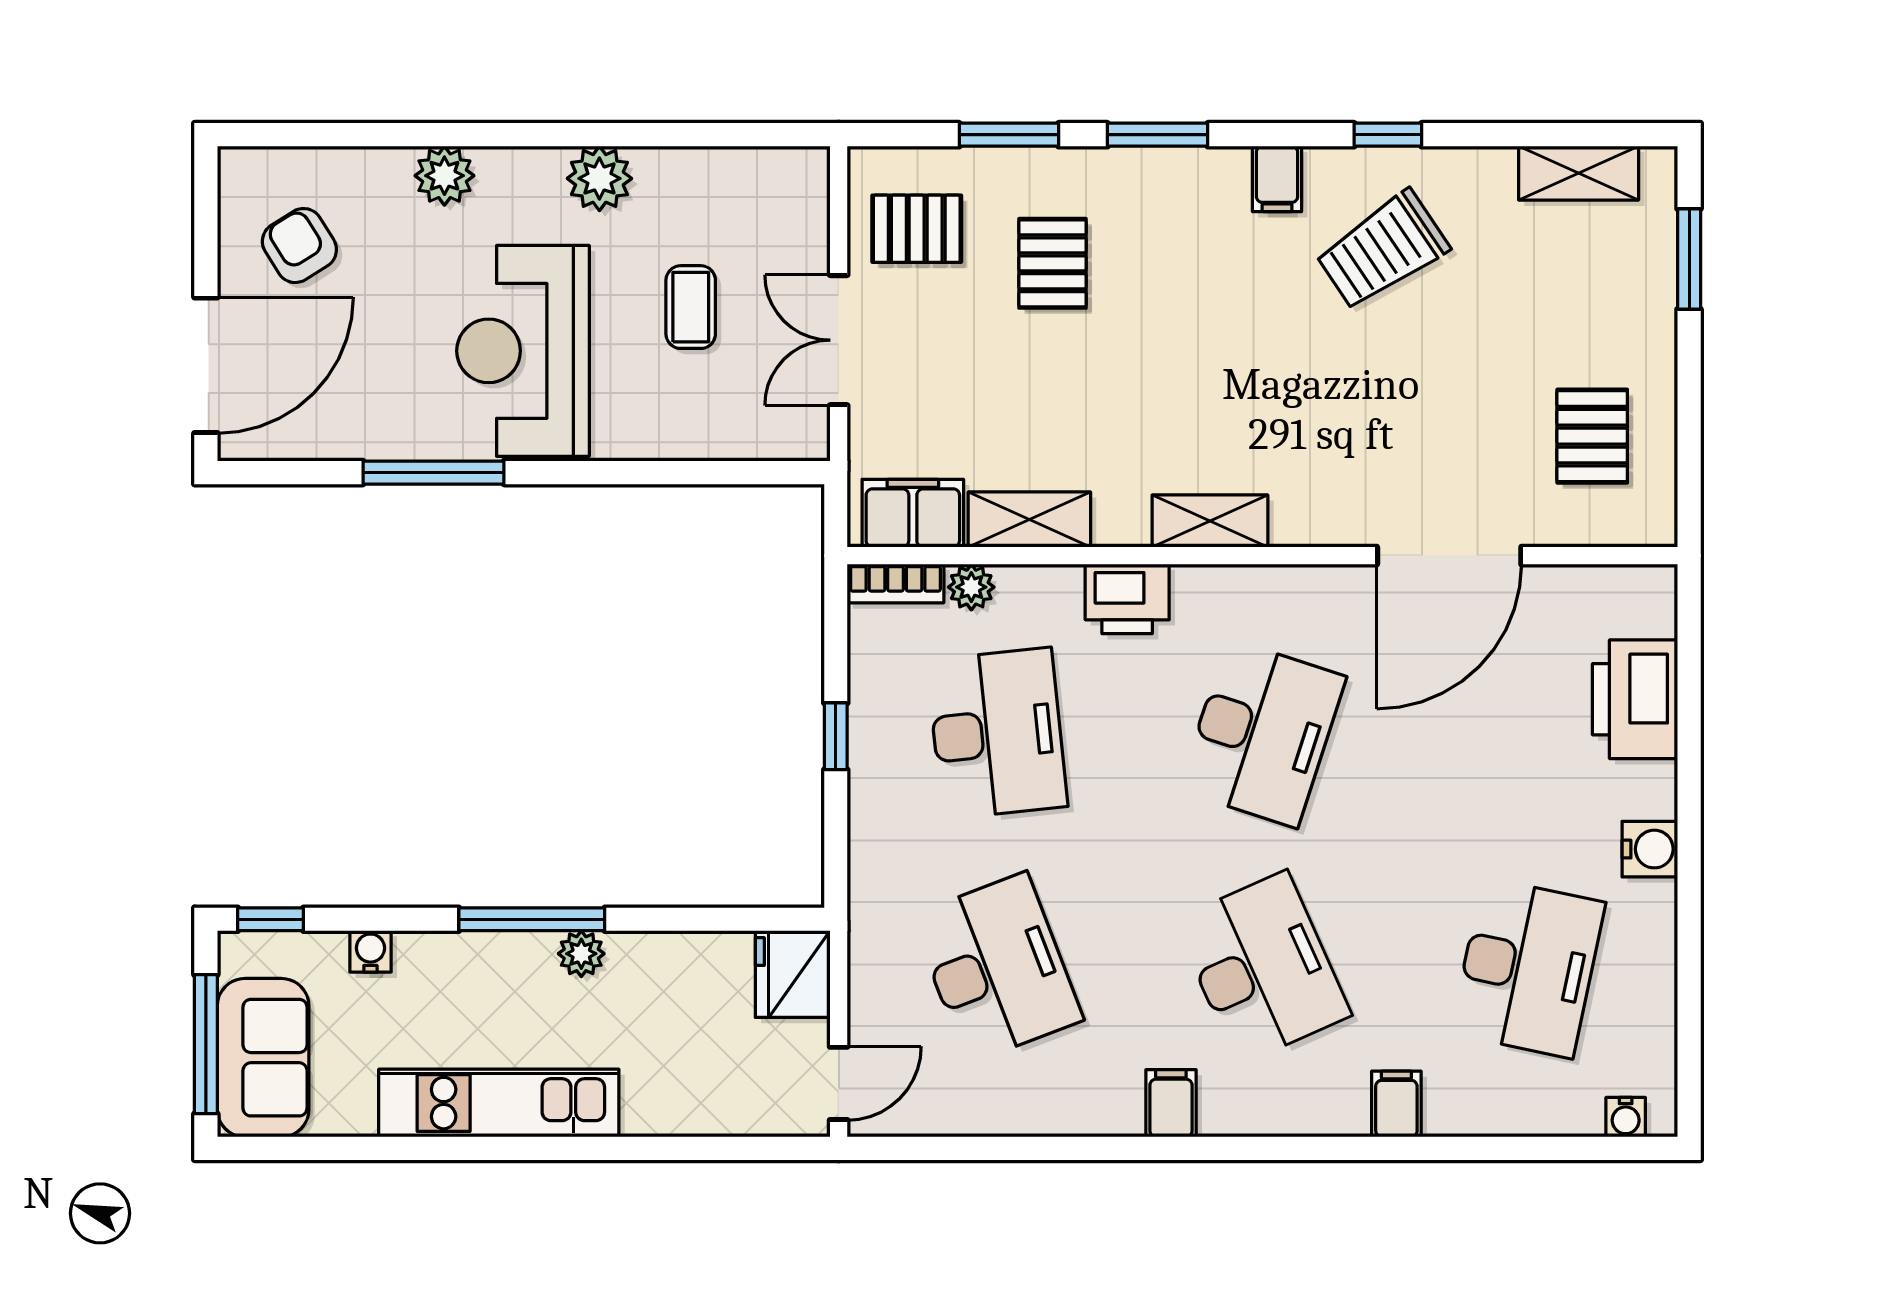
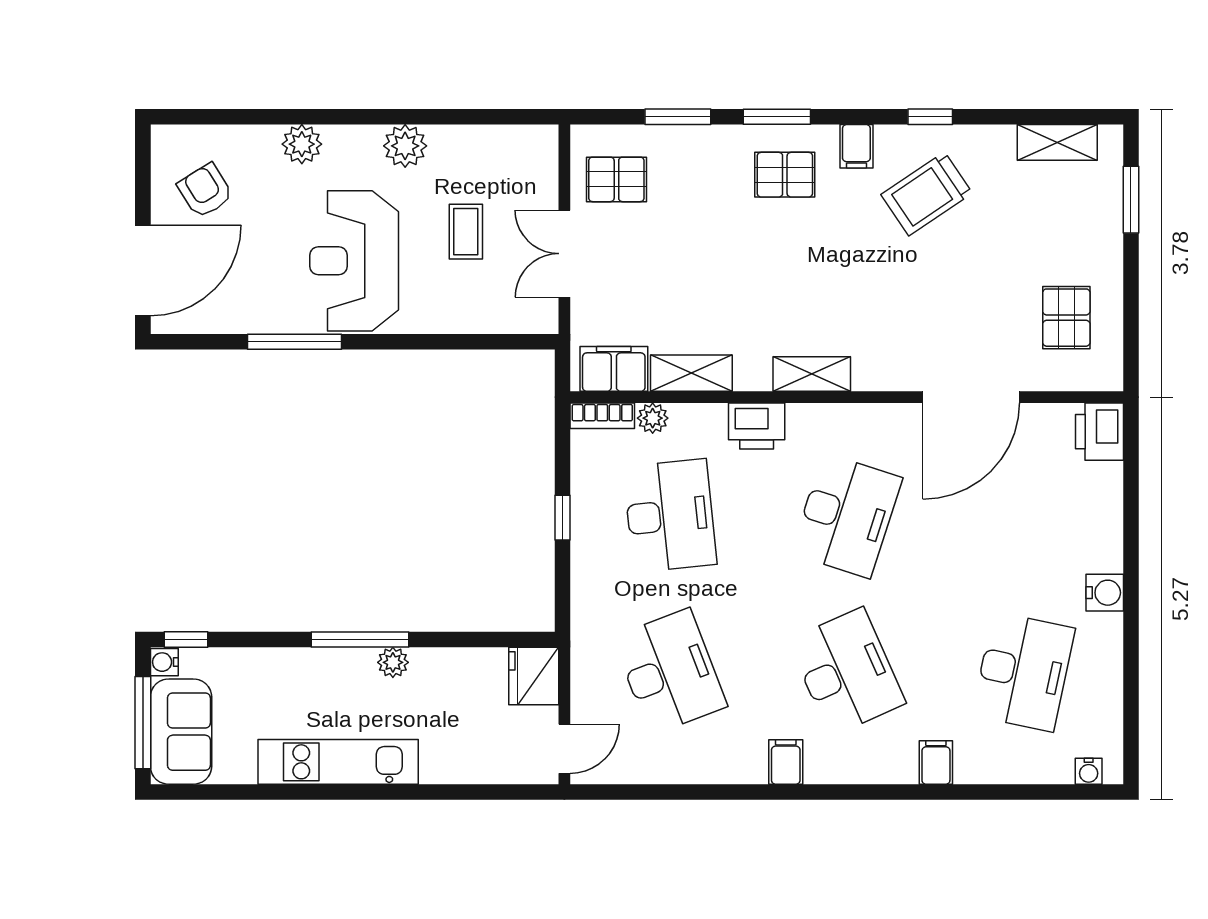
pallet: (1053, 263) -> (785, 175), moved, turned 90
printer: (1635, 699) -> (1099, 432), moved, width x0.73, depth x0.84
water cooler: (370, 951) -> (164, 662), moved, turned -90

